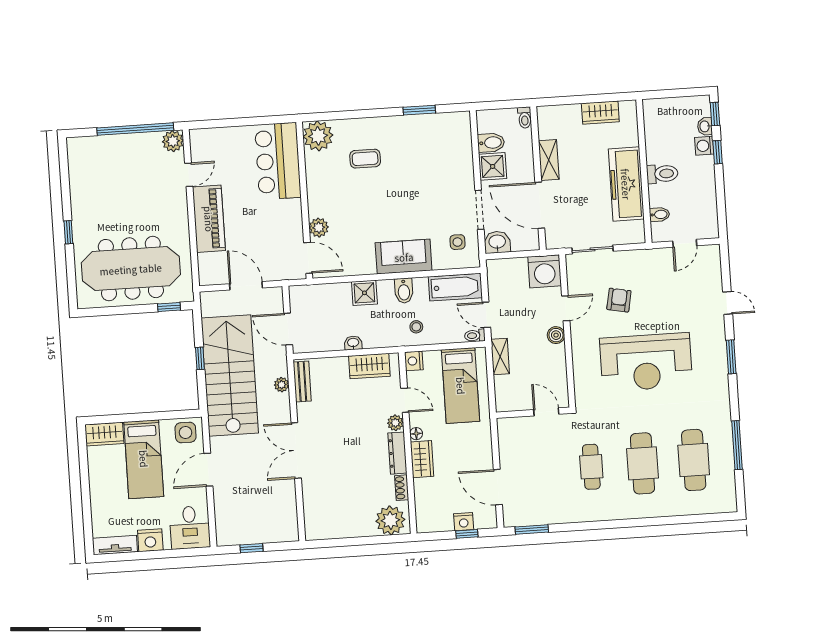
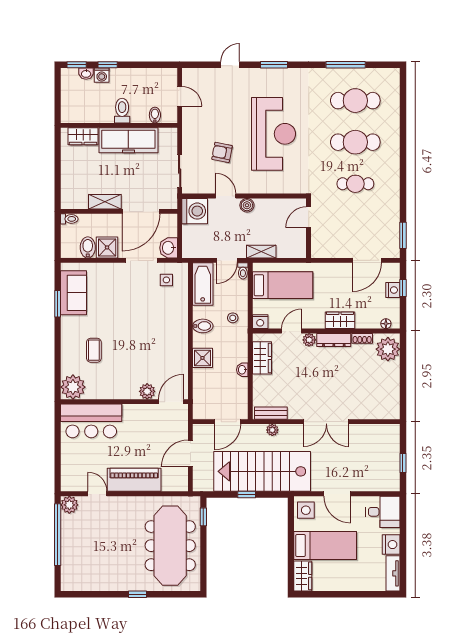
wardrobe: (600, 113) -> (83, 136), moved, turned 90
sofa: (404, 257) -> (73, 293), moved, turned 180
floor lamp: (416, 434) -> (386, 324), moved

